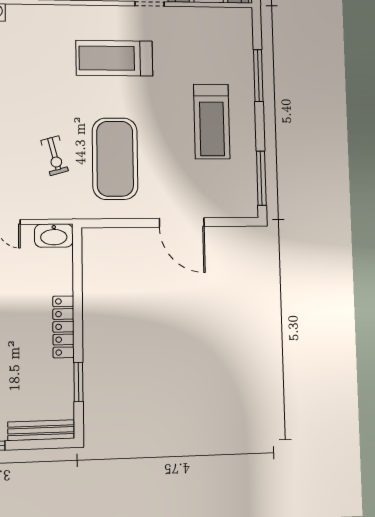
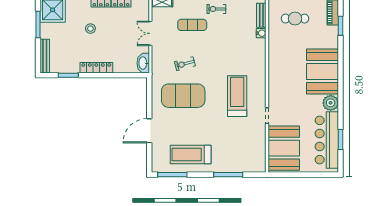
treadmill: (212, 121) -> (191, 154), moved

